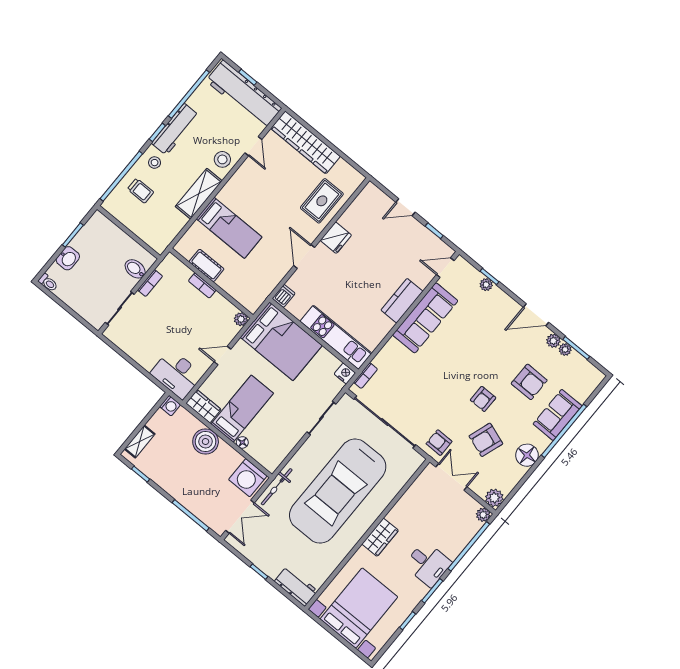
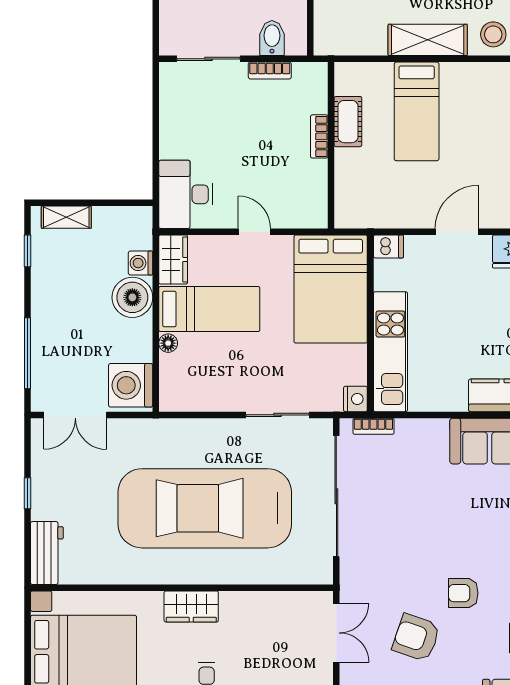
plant: (241, 319) -> (317, 218), removed
washing machine: (170, 406) -> (140, 263), moved, turned 90
armchair: (439, 443) -> (366, 583), removed
bicycle: (277, 487) -> (149, 430), removed

